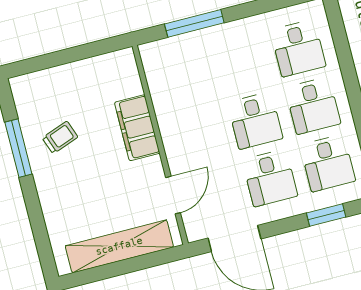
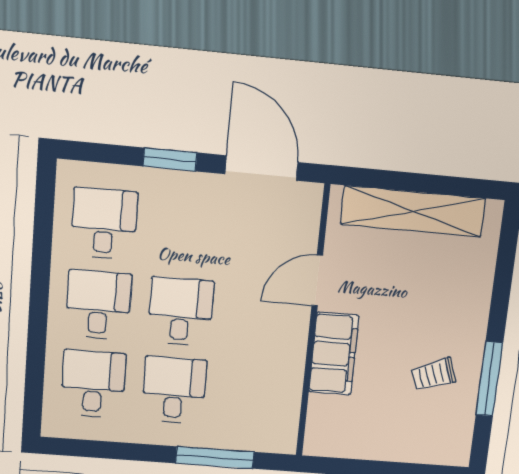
desk: (270, 178) -> (174, 390), moved
door: (173, 195) -> (317, 281), moved
window: (326, 215) -> (170, 159), moved

